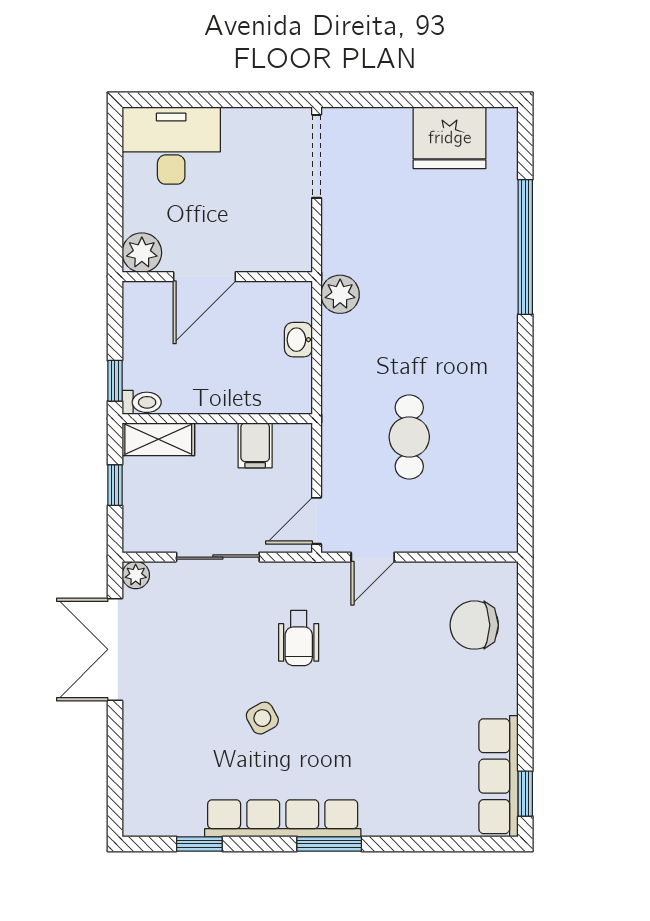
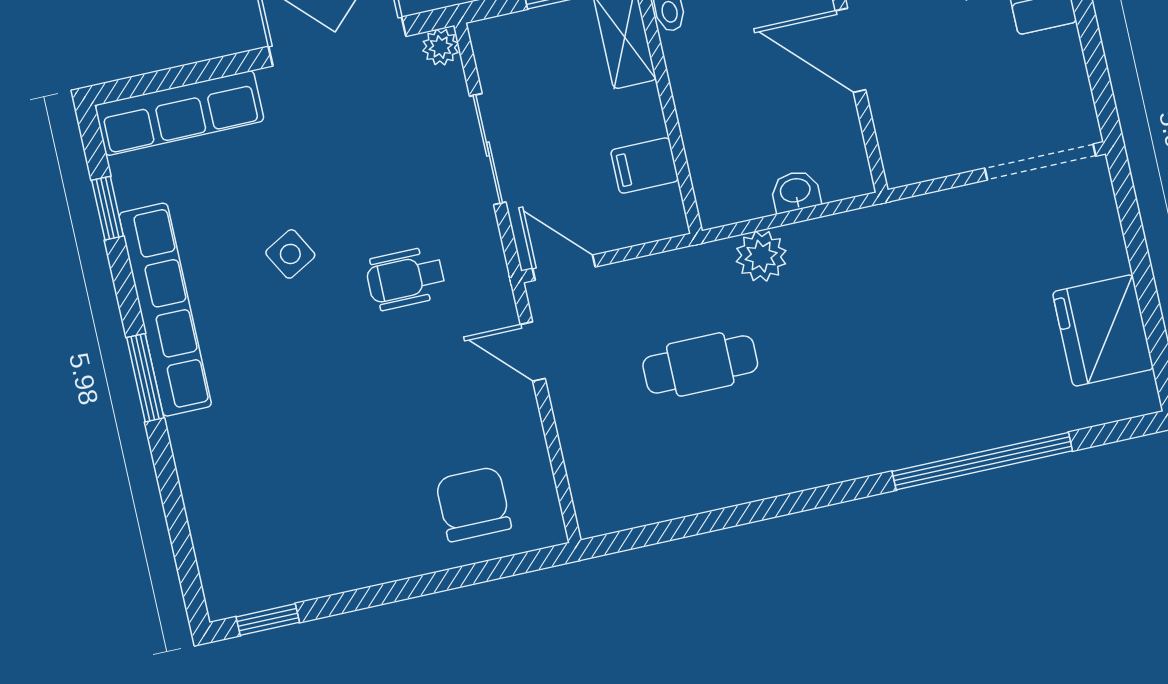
plant: (340, 294) -> (761, 256), moved
row of seats: (499, 776) -> (179, 113), moved, turned 180

